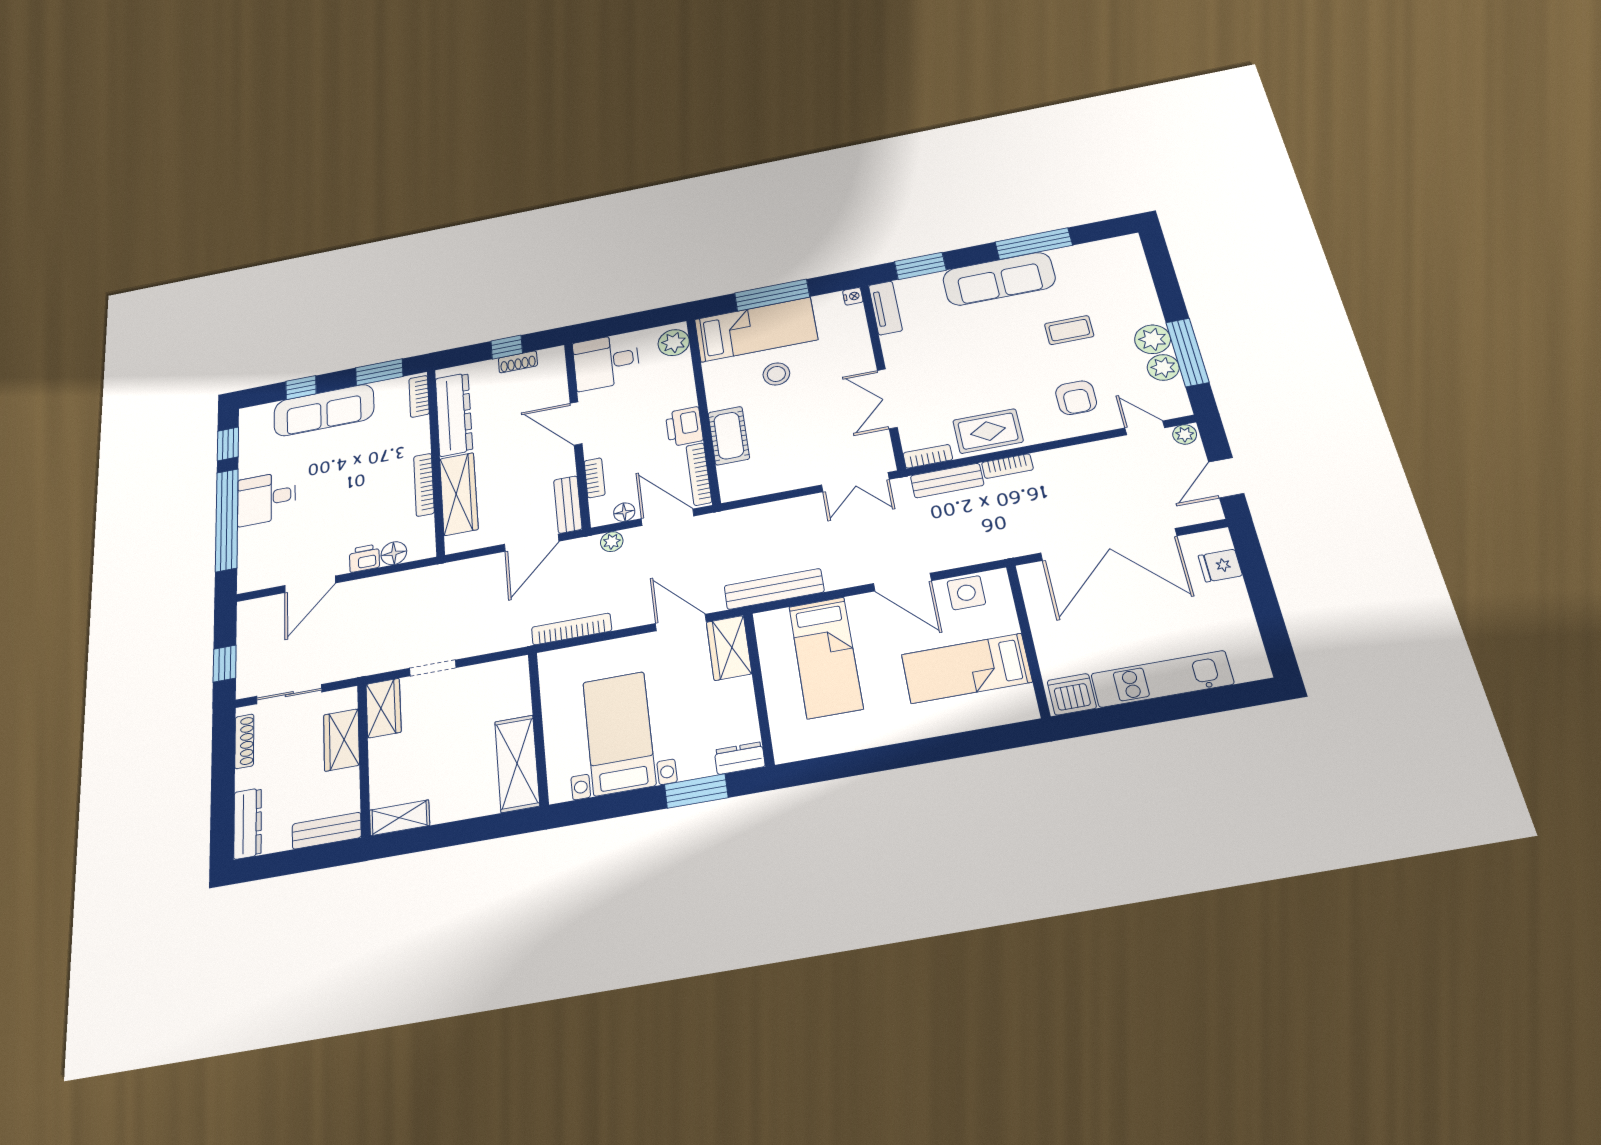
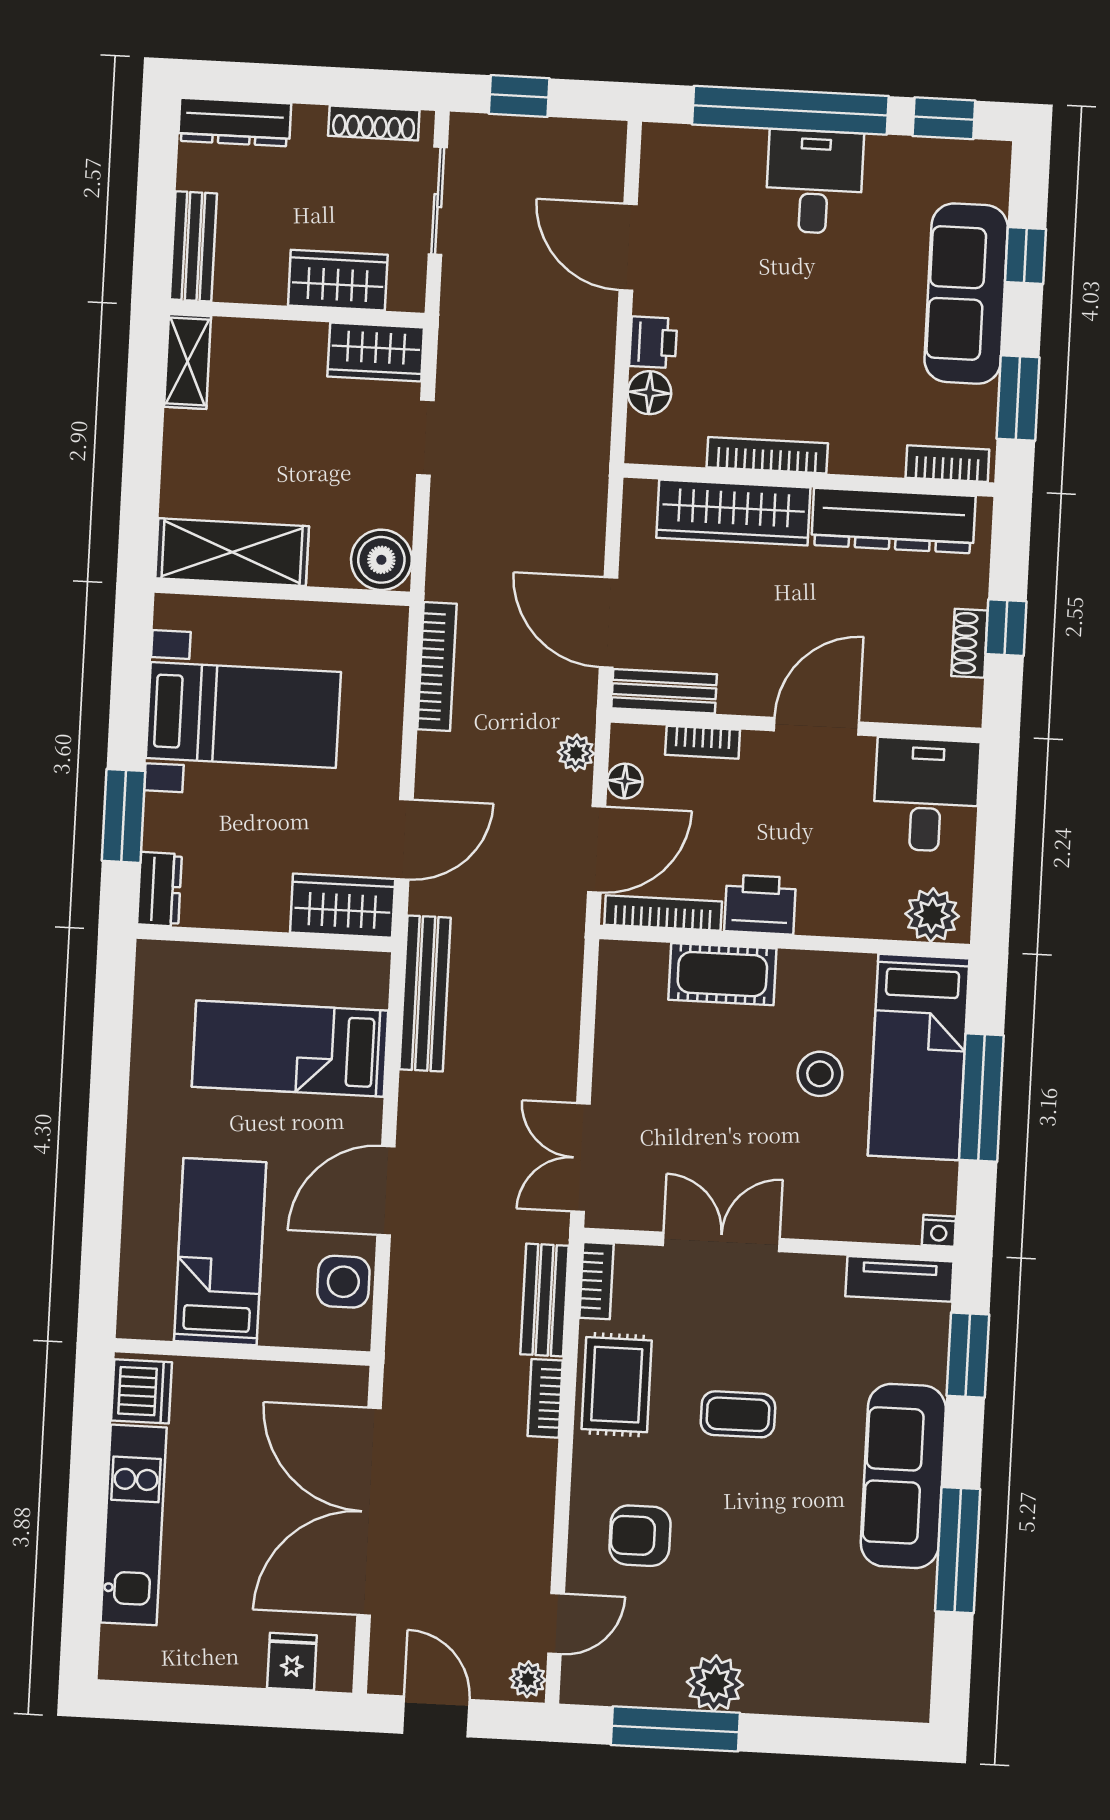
coffee table: (1069, 330) -> (738, 1414), moved, turned 90
plant: (1163, 367) -> (658, 1684), removed
boiler: (511, 675) -> (381, 560), added

